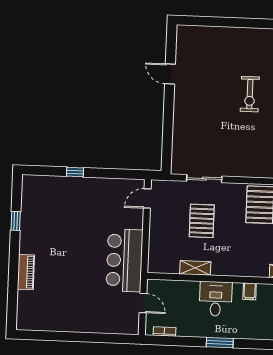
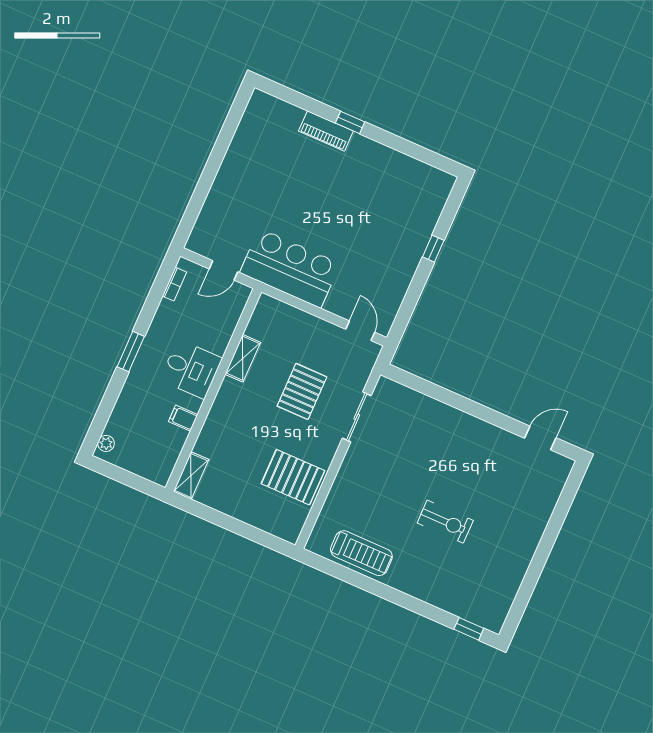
door: (170, 74) -> (540, 438), moved
exercise bike: (250, 94) -> (445, 522), turned 180
window: (16, 221) -> (350, 122), moved
pallet: (202, 221) -> (302, 391), turned 90

